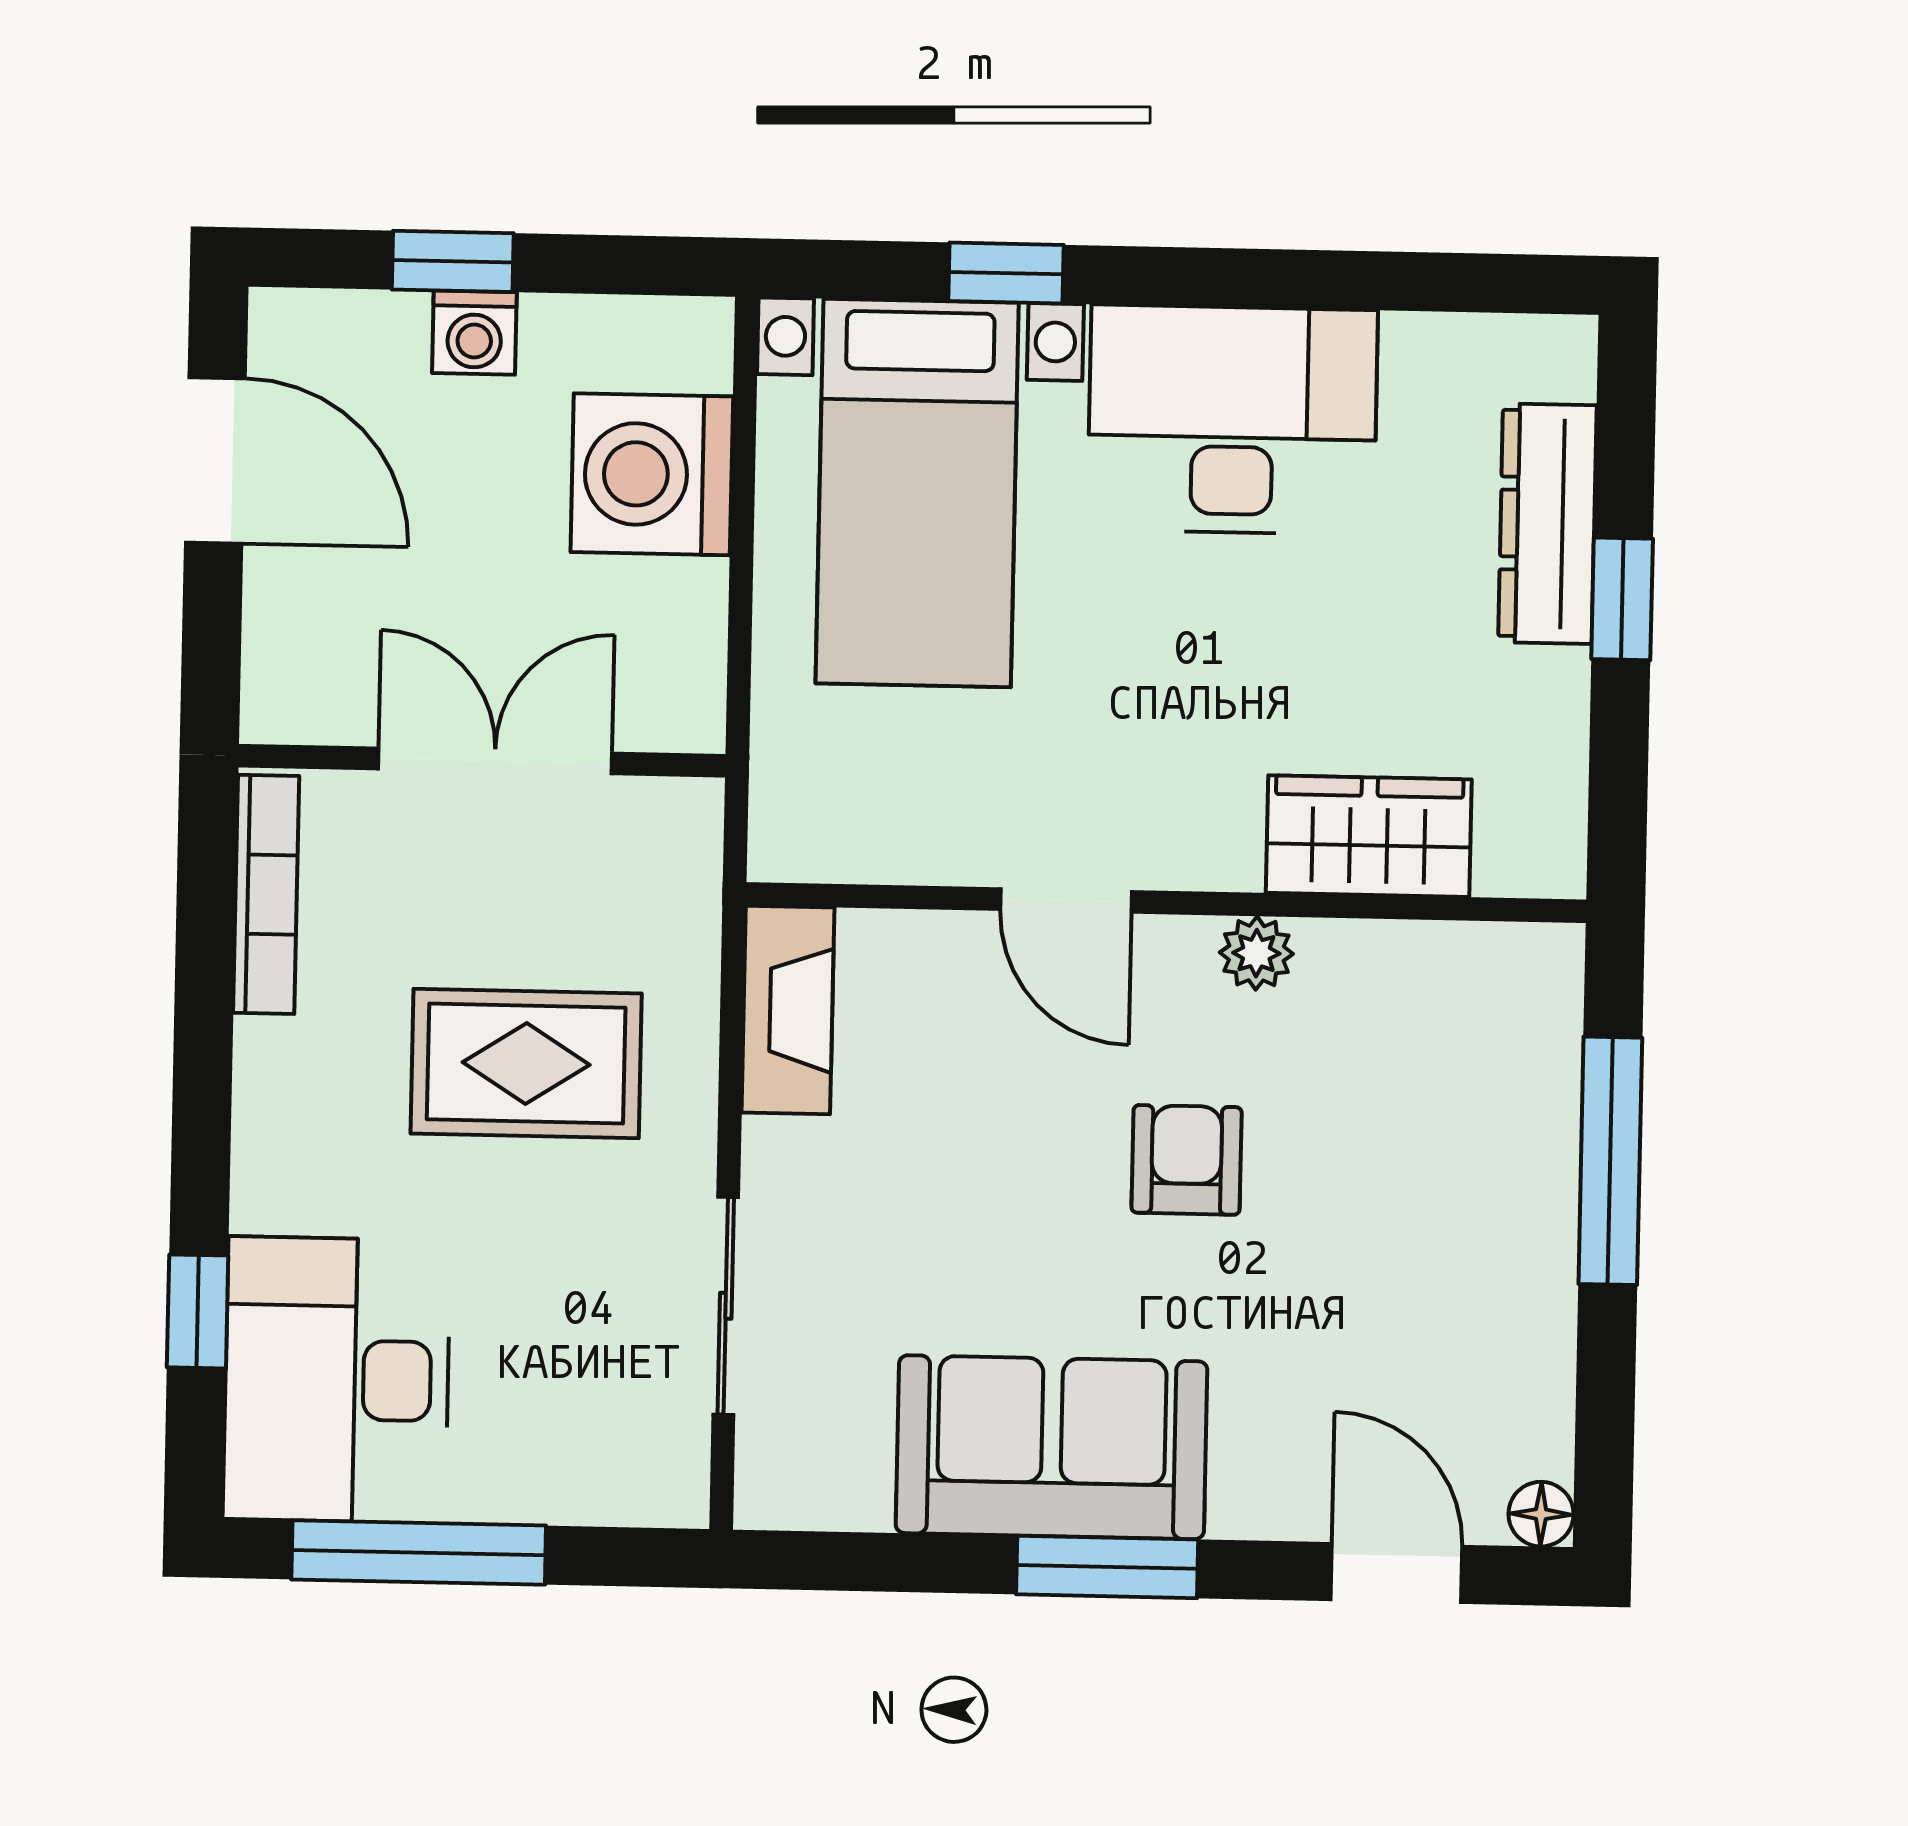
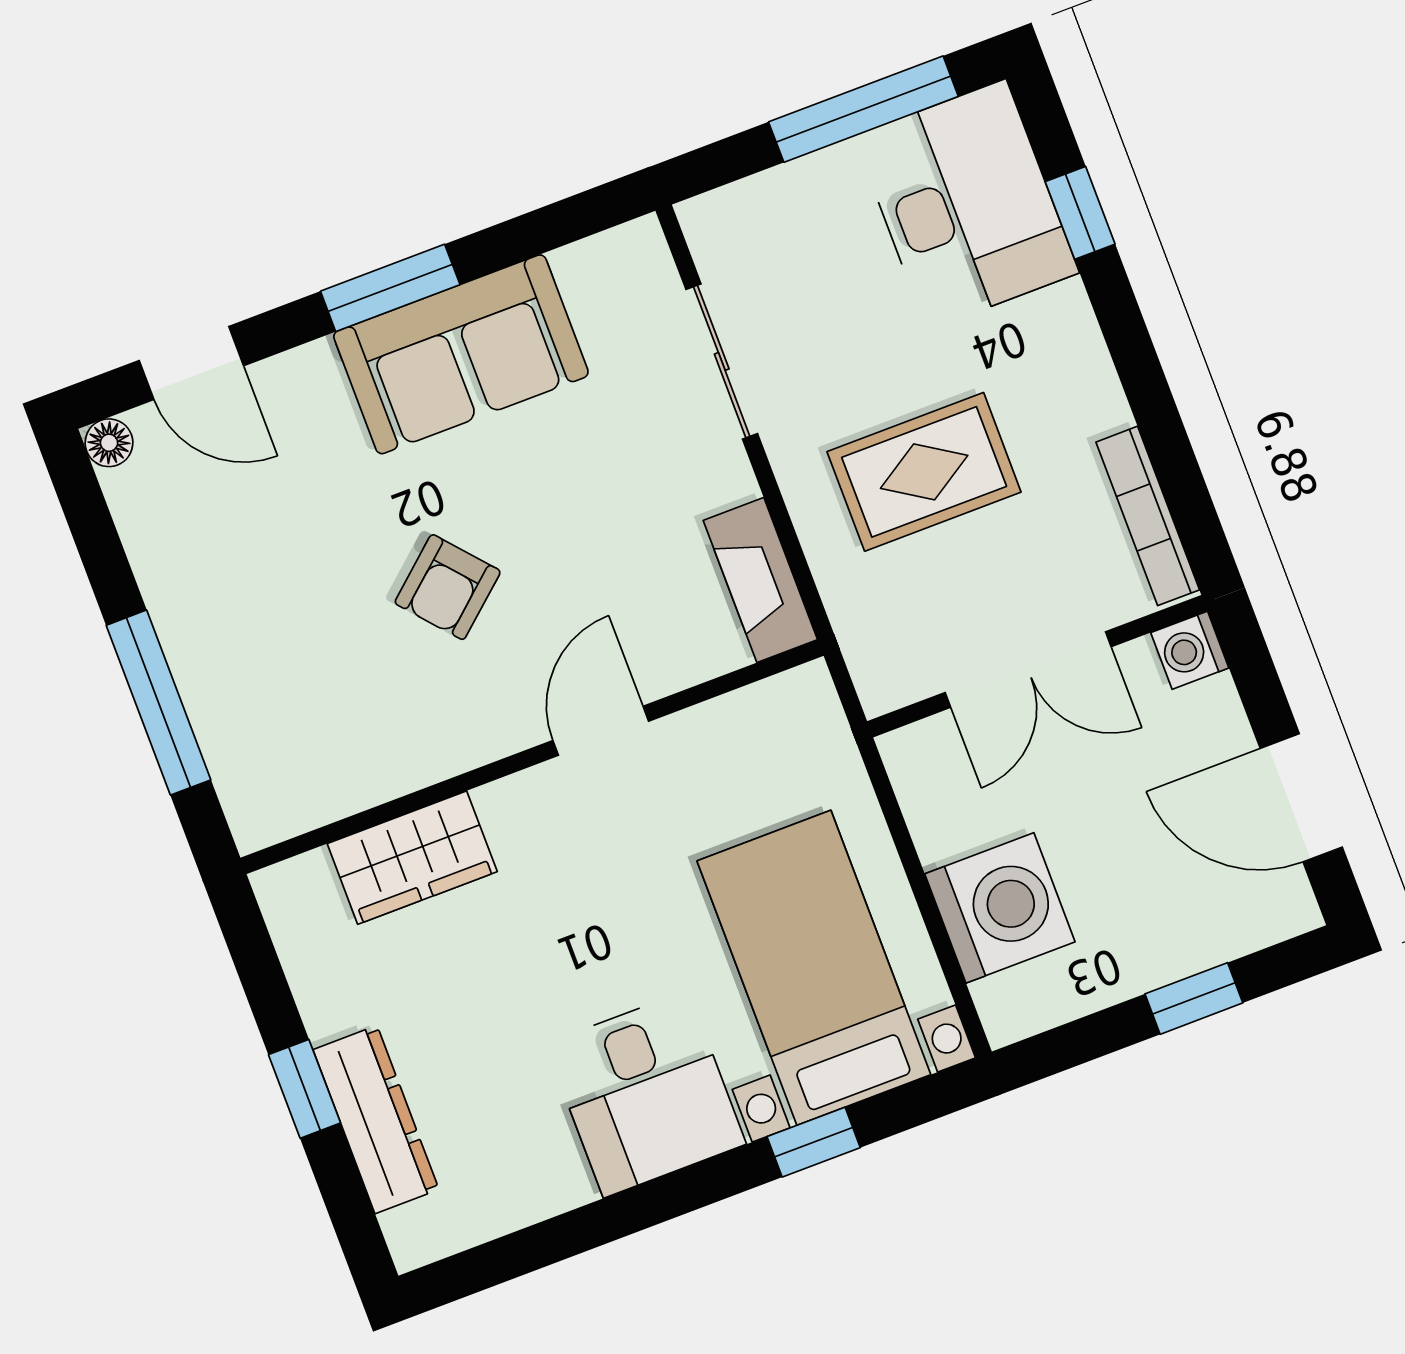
washing machine: (474, 333) -> (1190, 650), moved, turned -90
desk: (1232, 420) -> (646, 1094), width x0.73
door: (1066, 901) -> (601, 731), hinge flipped
plant: (1256, 953) -> (457, 747), removed
armchair: (1187, 1160) -> (448, 587), turned 49

